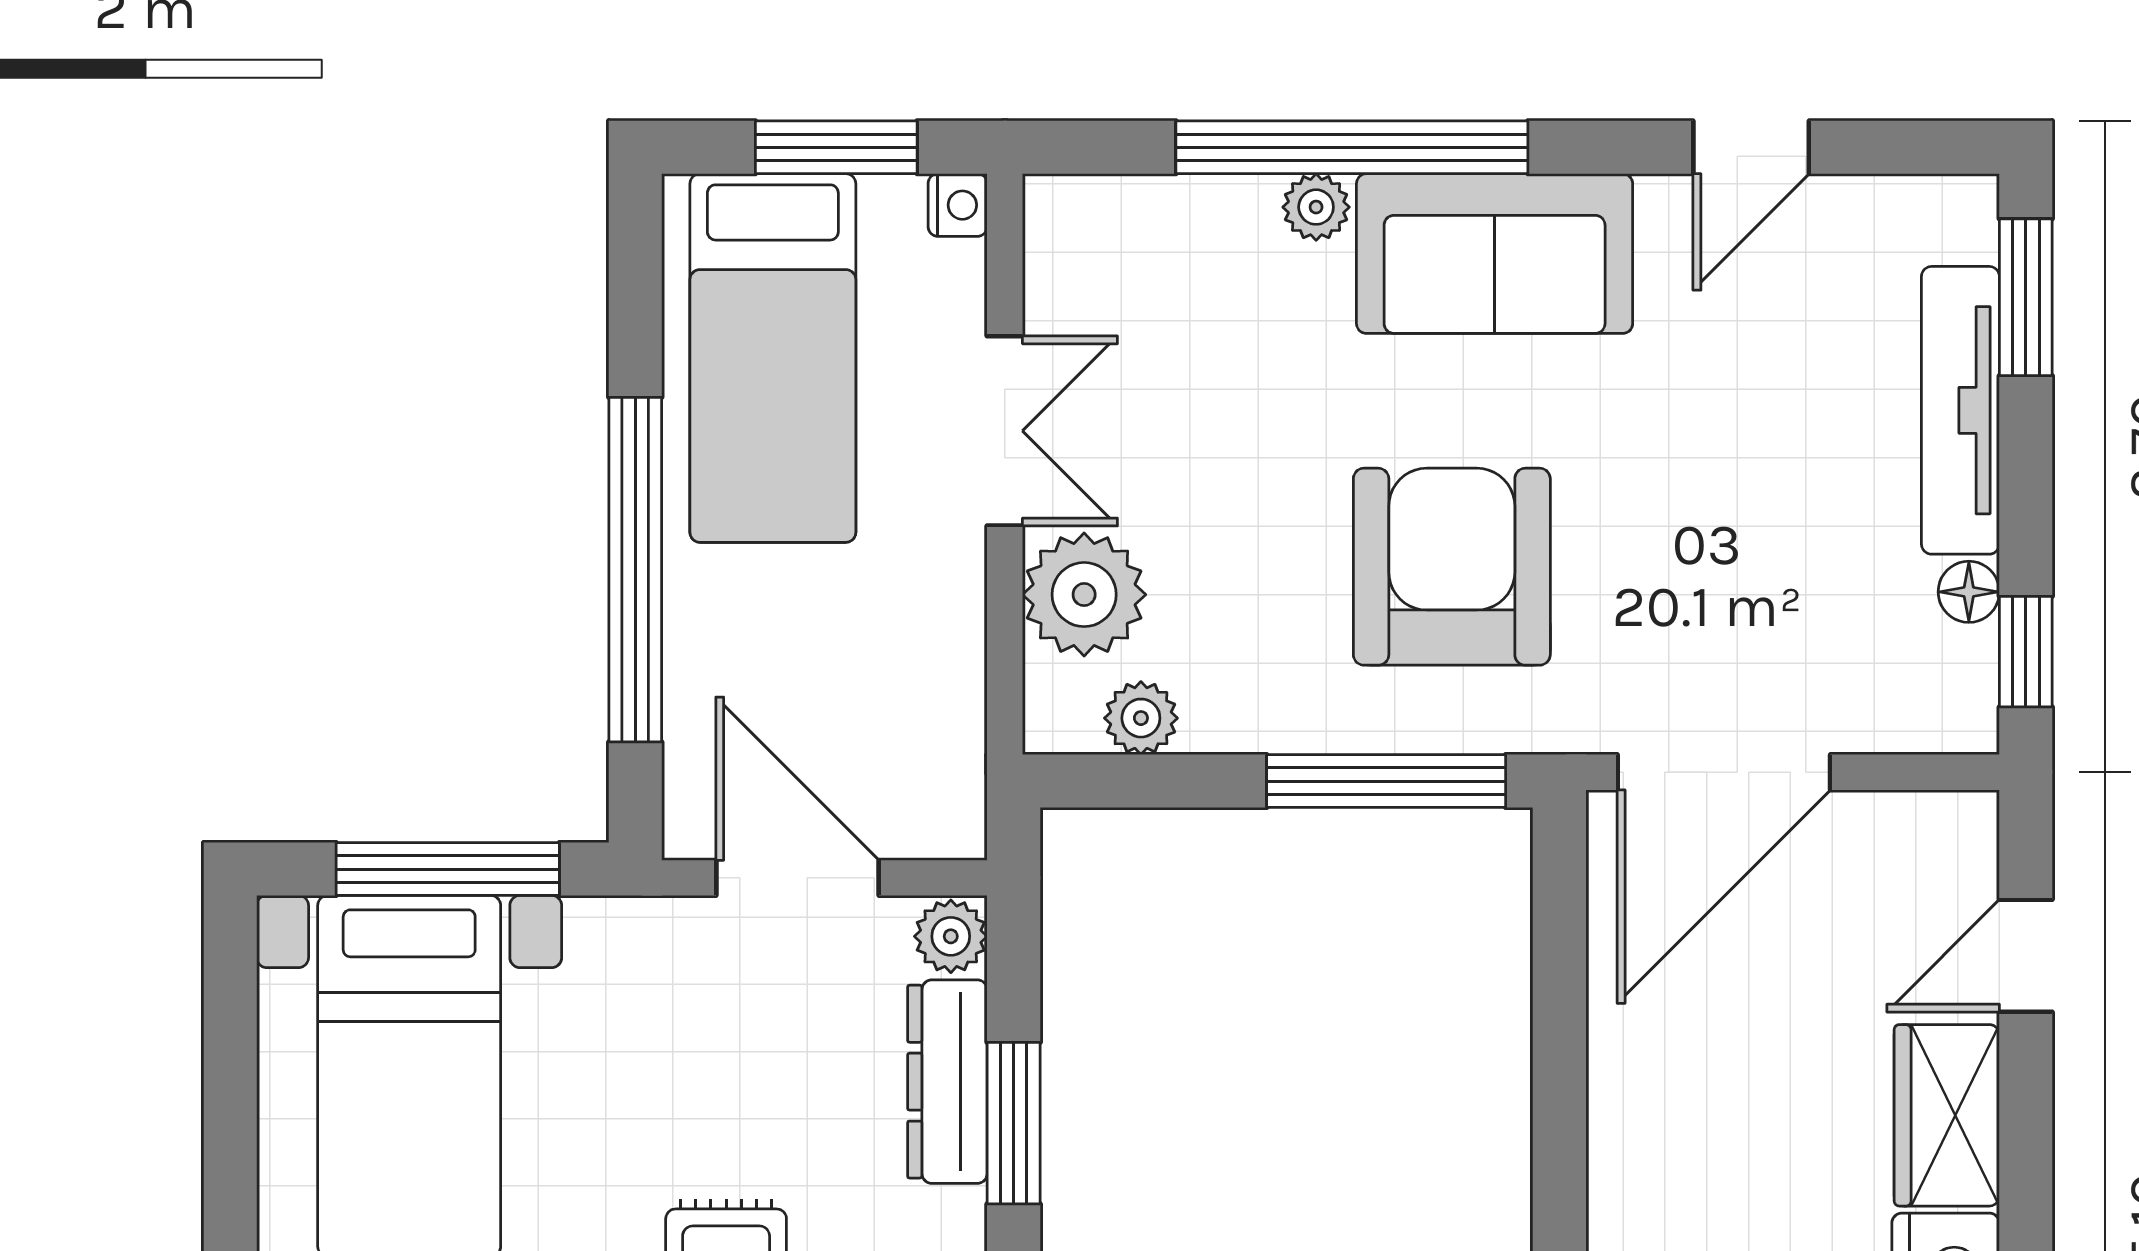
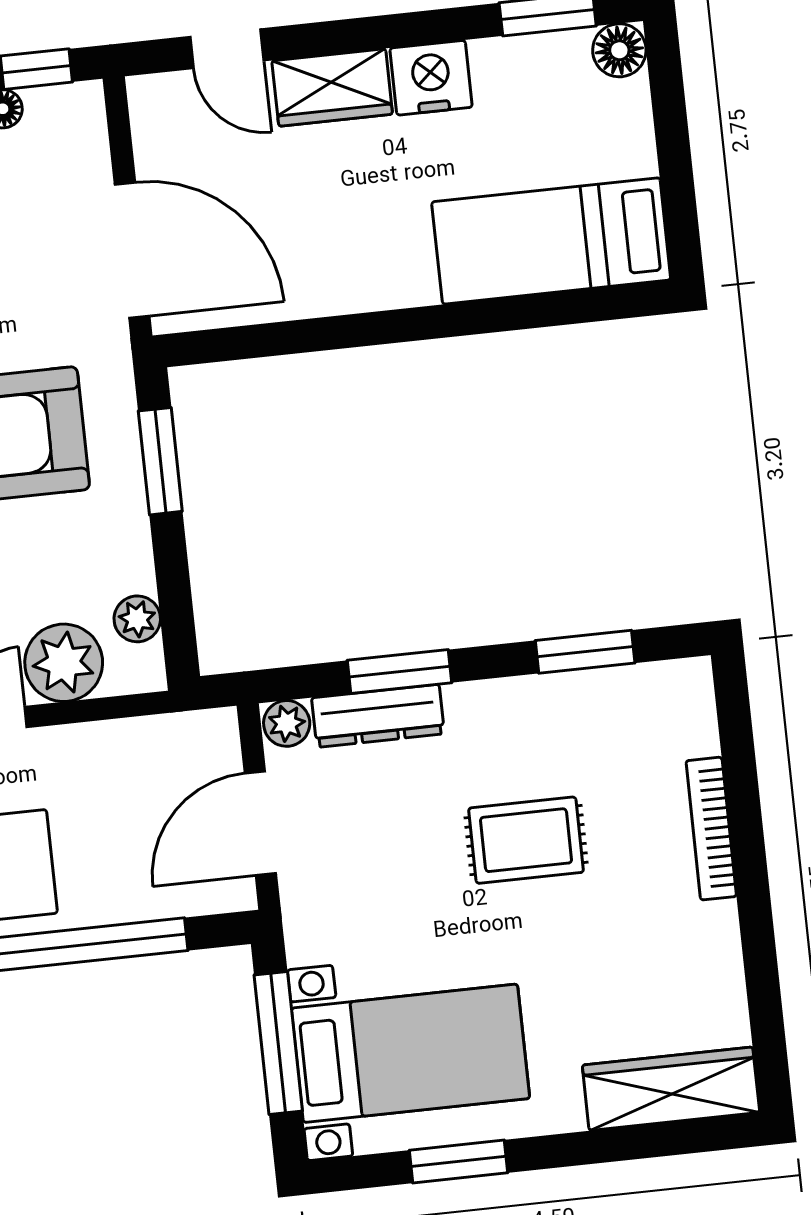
window: (1386, 781) -> (160, 461), width x0.69
window: (230, 1134) -> (459, 1162), added

